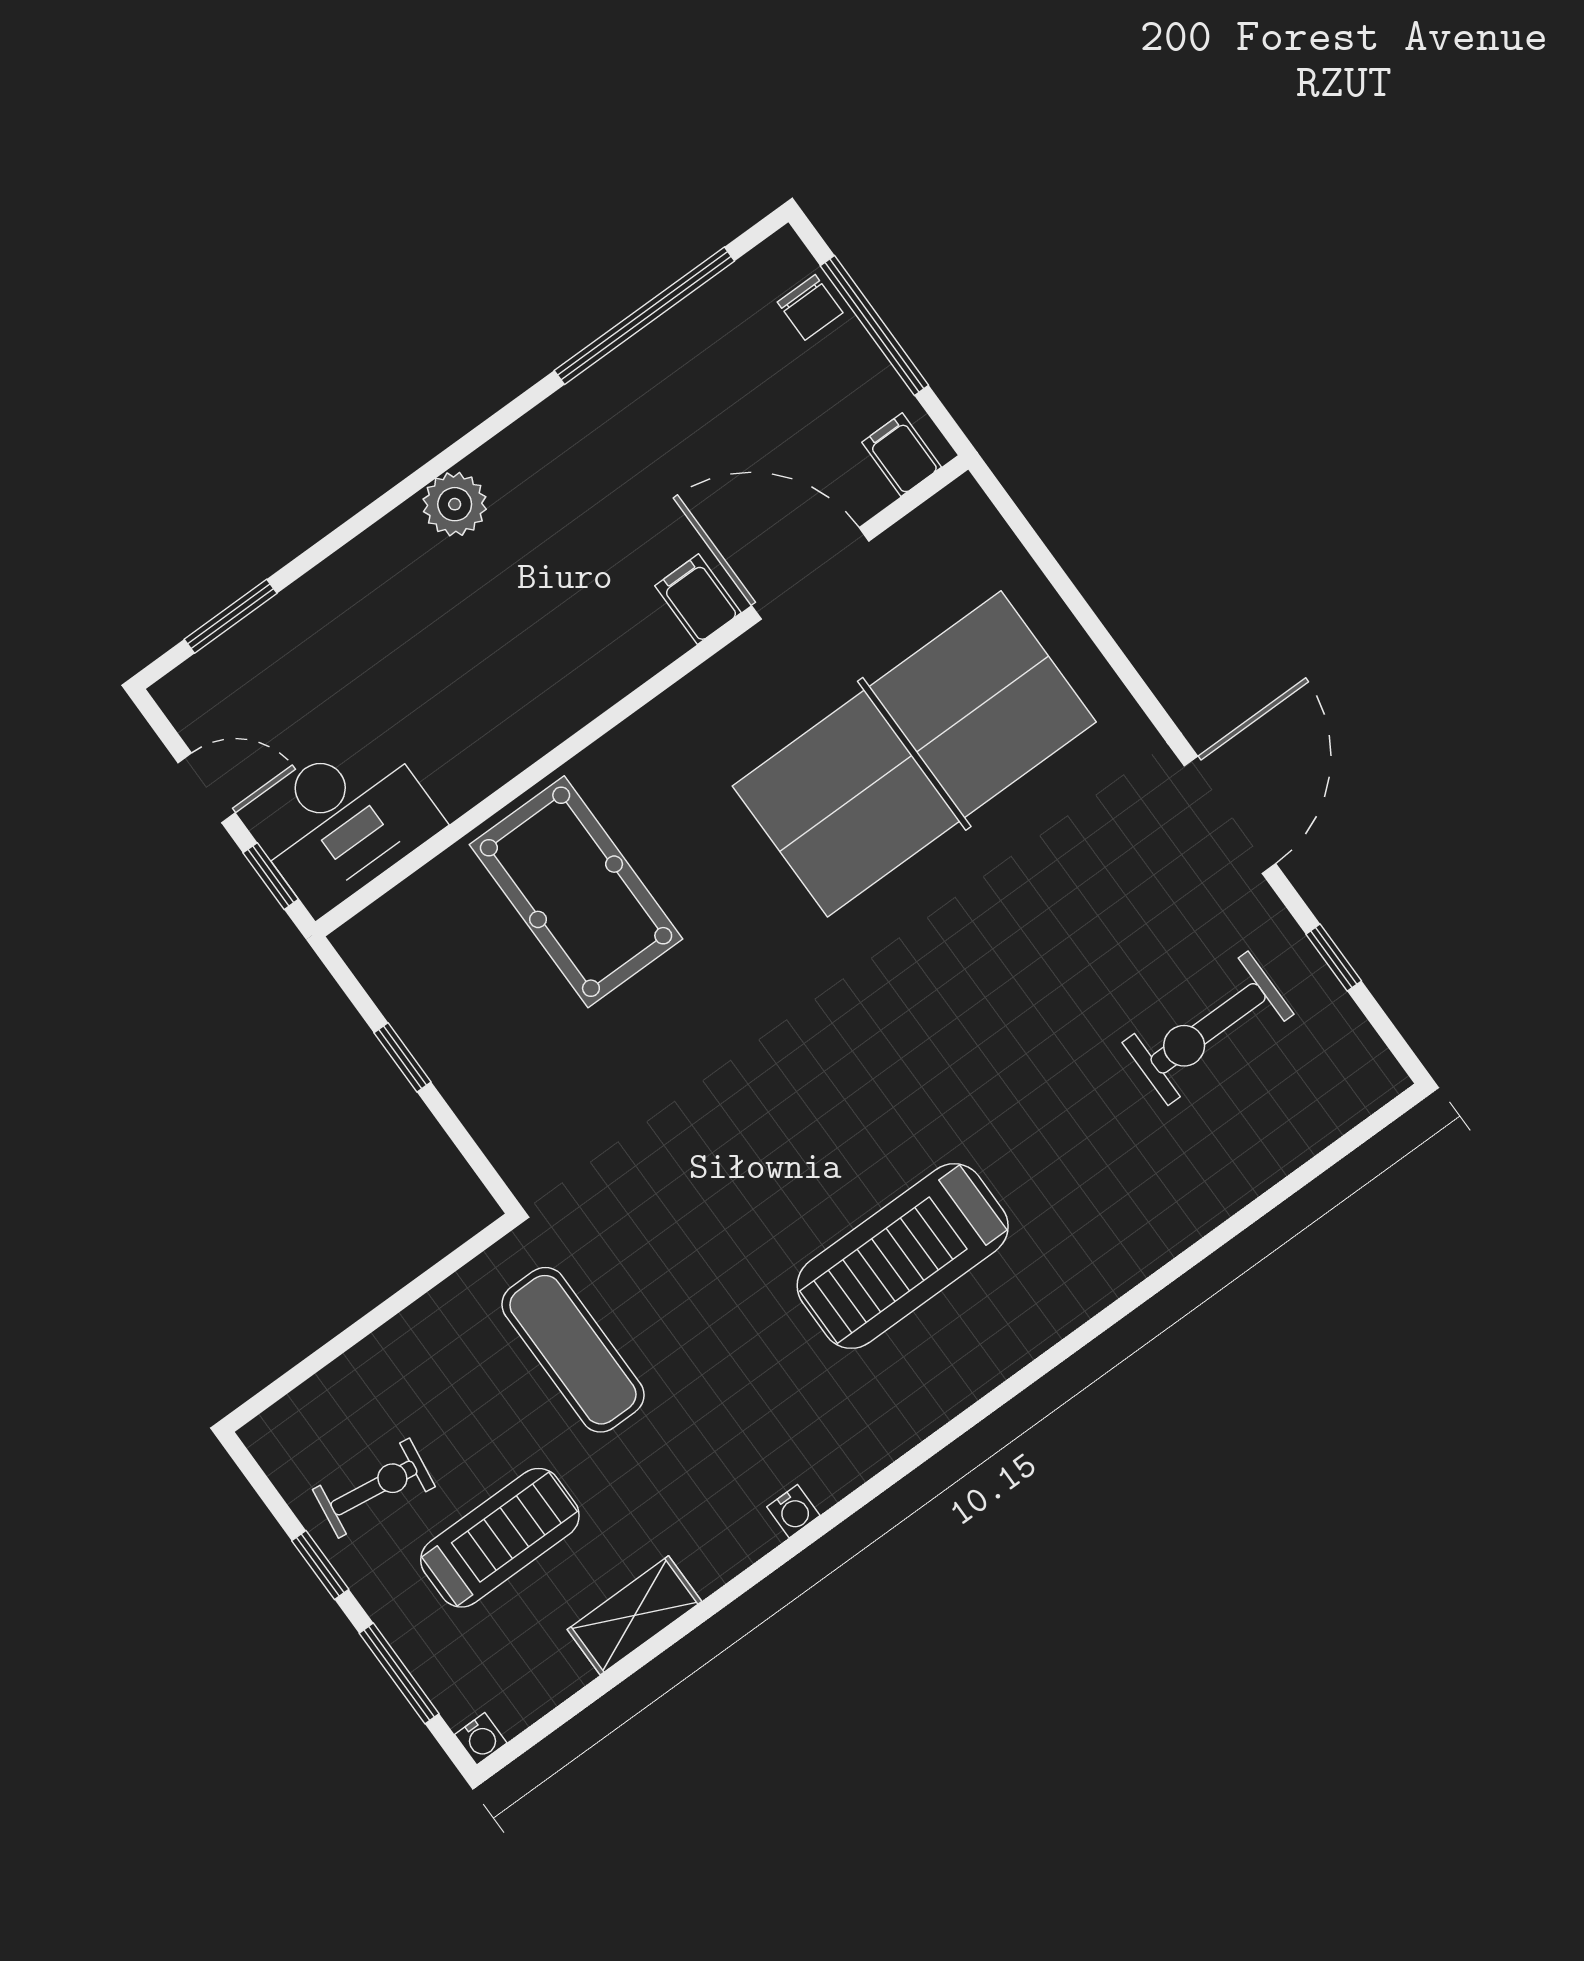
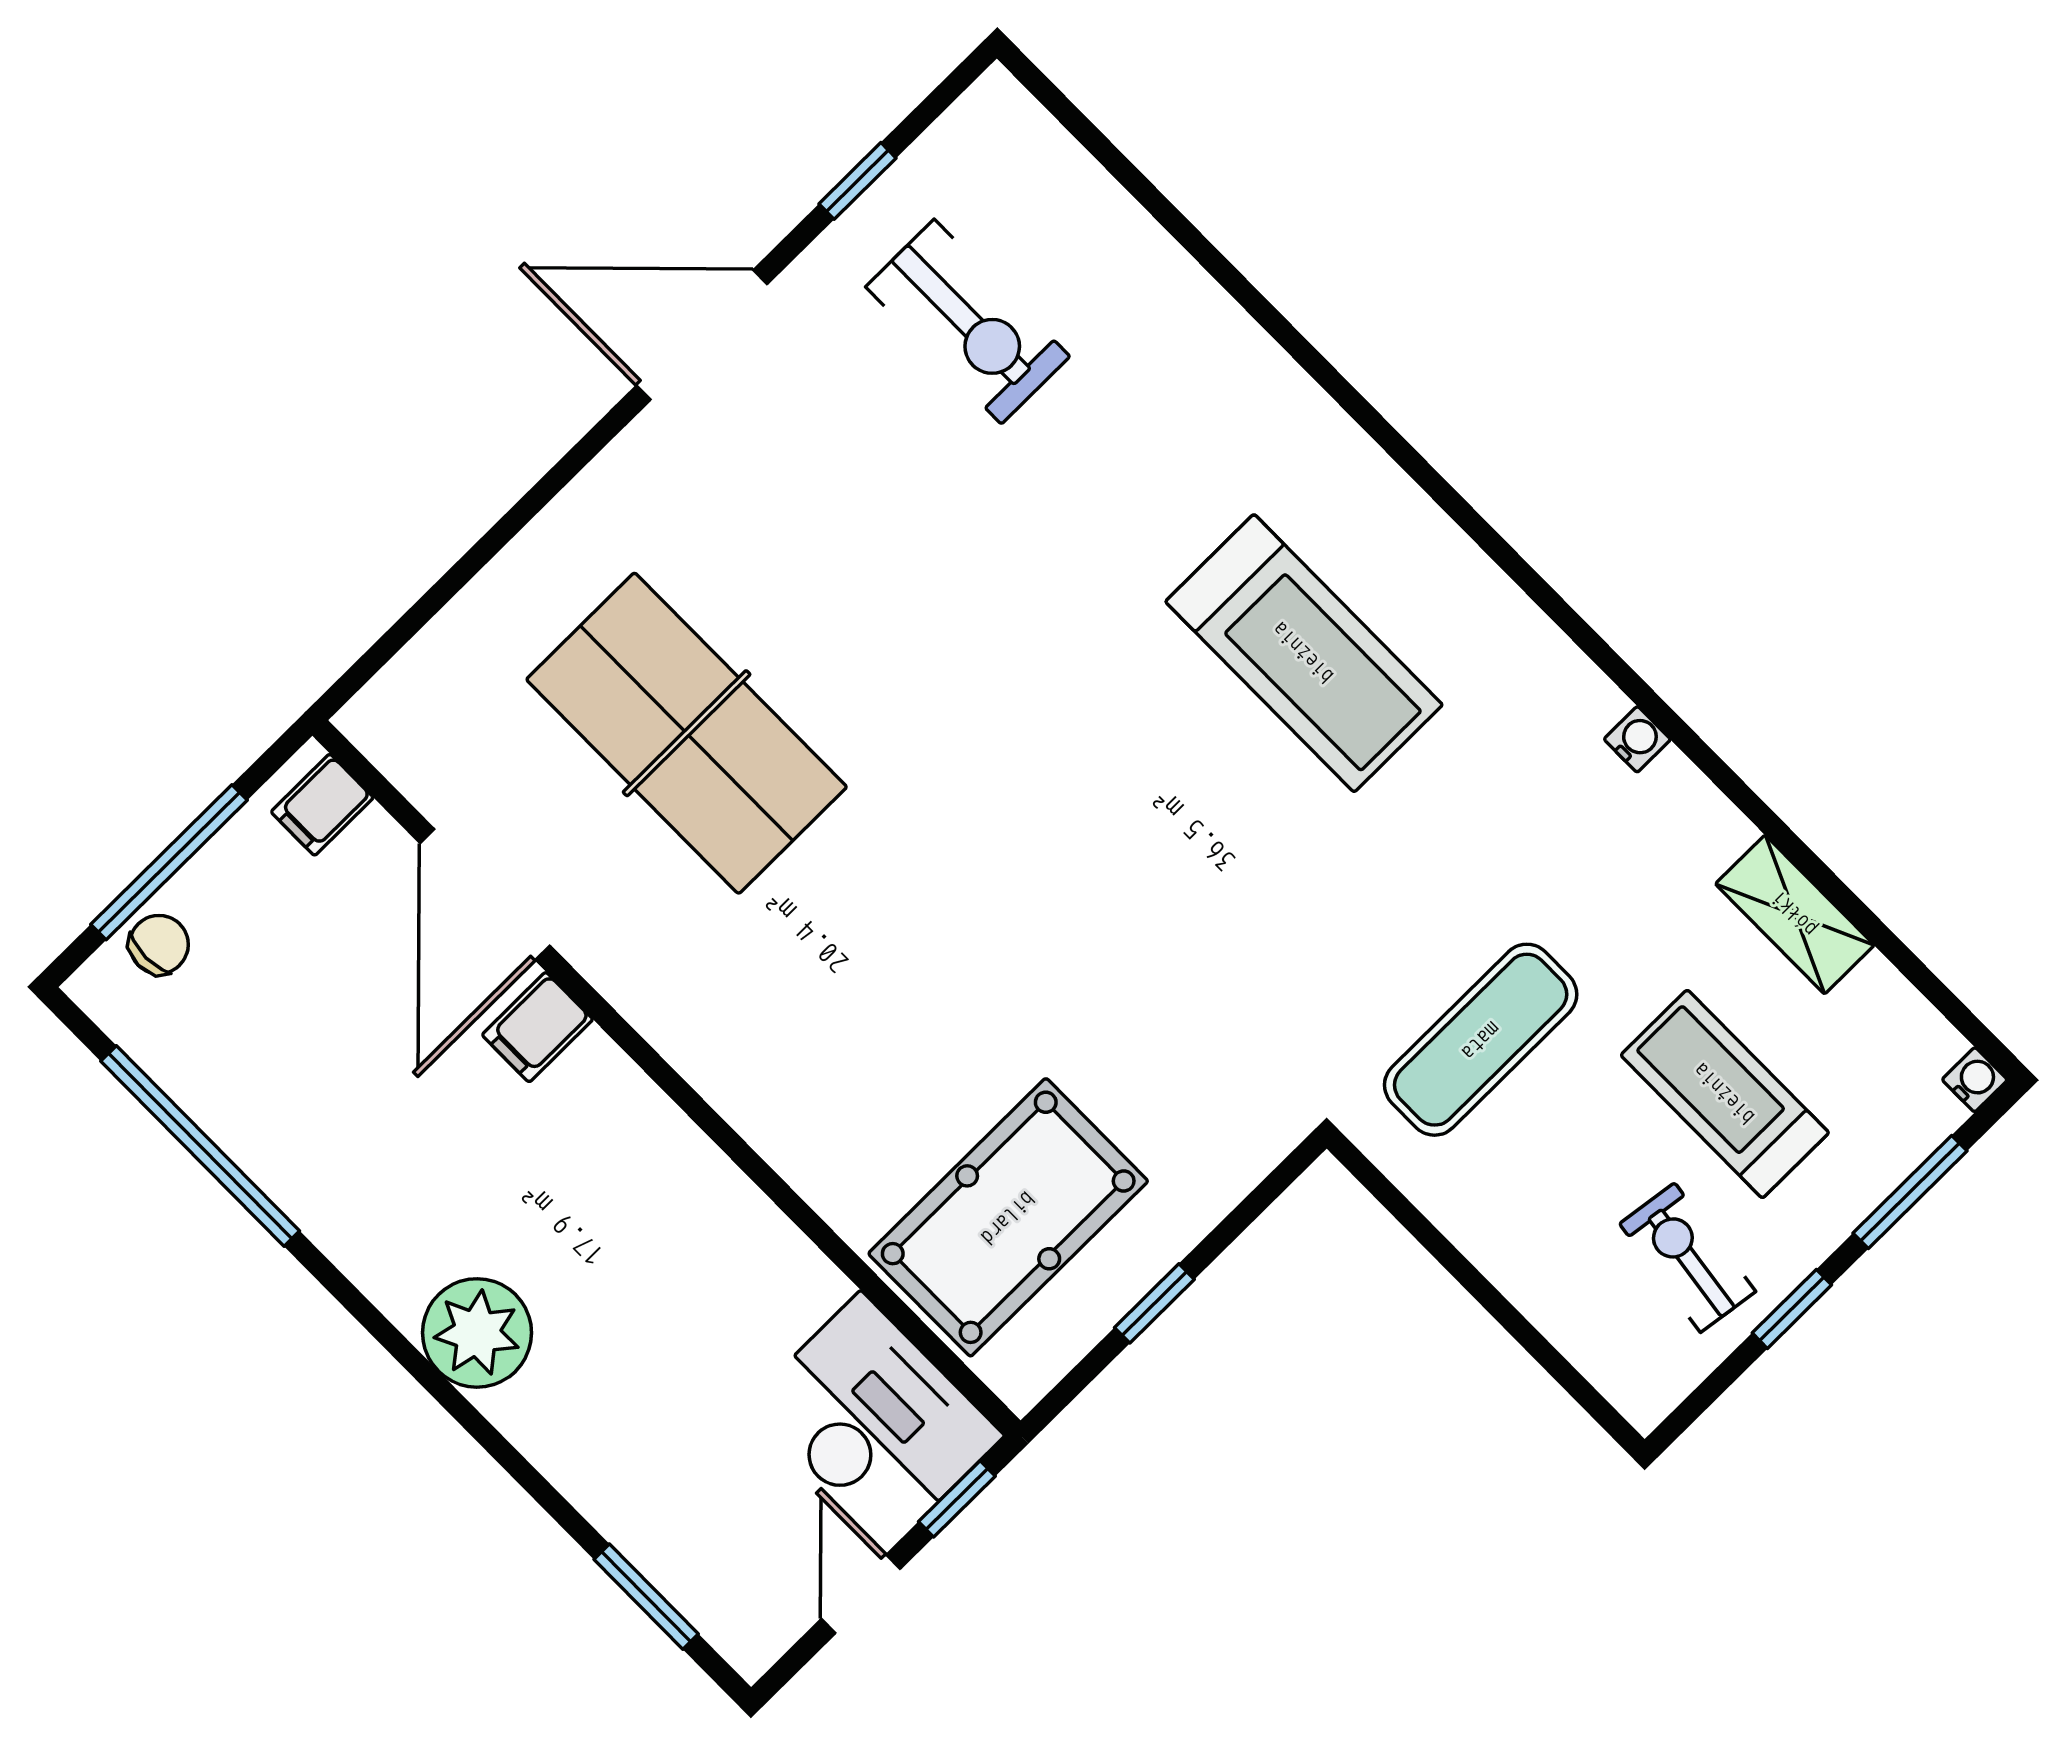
plant: (455, 504) -> (477, 1333), width x1.36, depth x1.36
table tennis table: (914, 754) -> (687, 733), width x0.73, depth x0.76
pool table: (576, 892) -> (1008, 1217), moved

